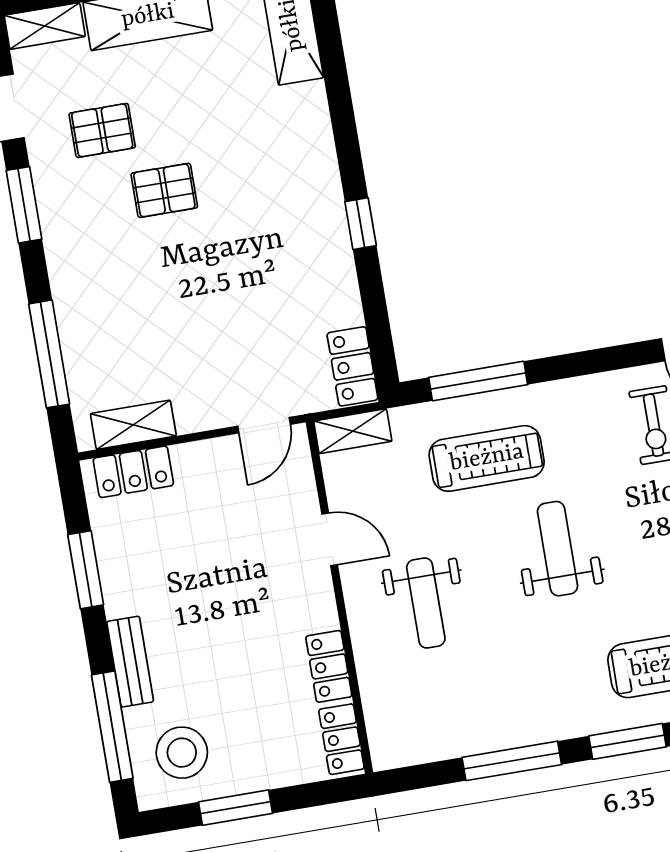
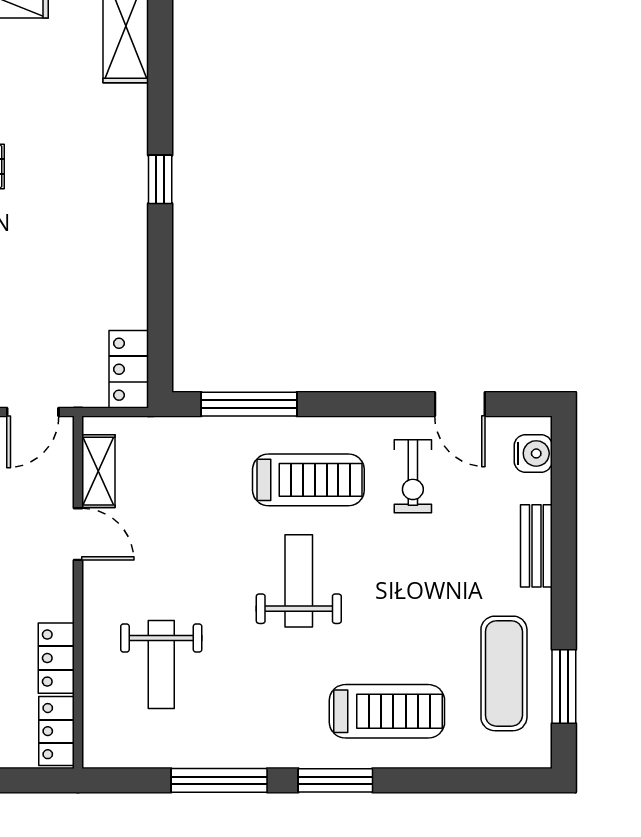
window: (361, 224) -> (160, 179), moved
shelving: (353, 431) -> (98, 471), moved, turned 90
treadmill: (487, 458) -> (308, 480), moved
weight bench: (426, 603) -> (161, 664), moved

